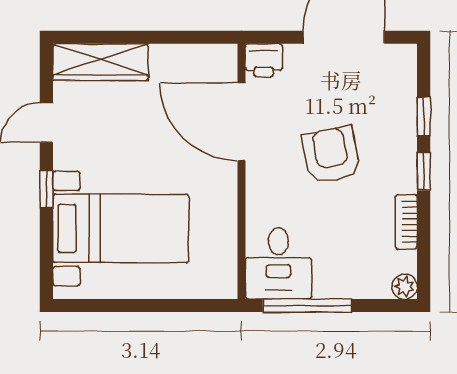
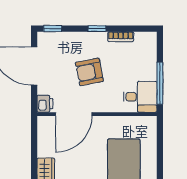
window: (424, 116) -> (53, 29), moved
plant: (405, 287) -> (151, 38), removed

